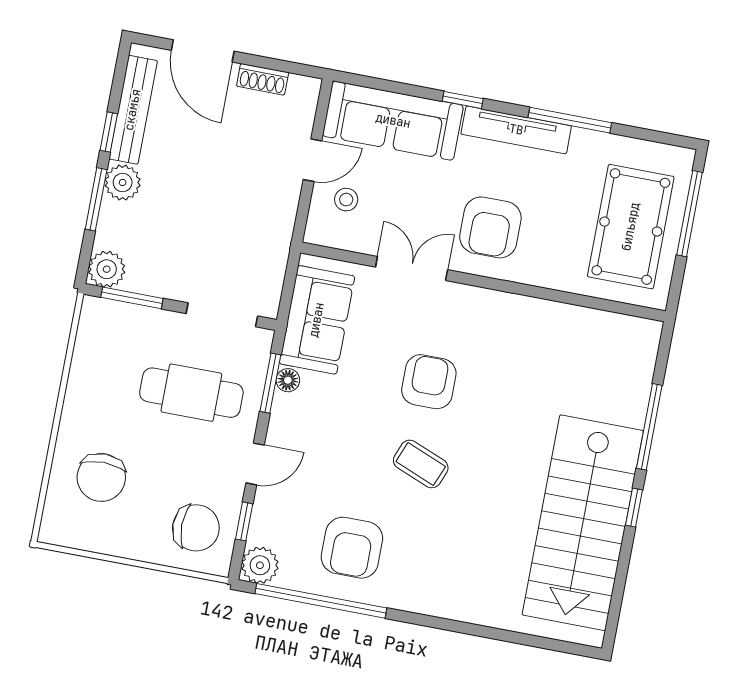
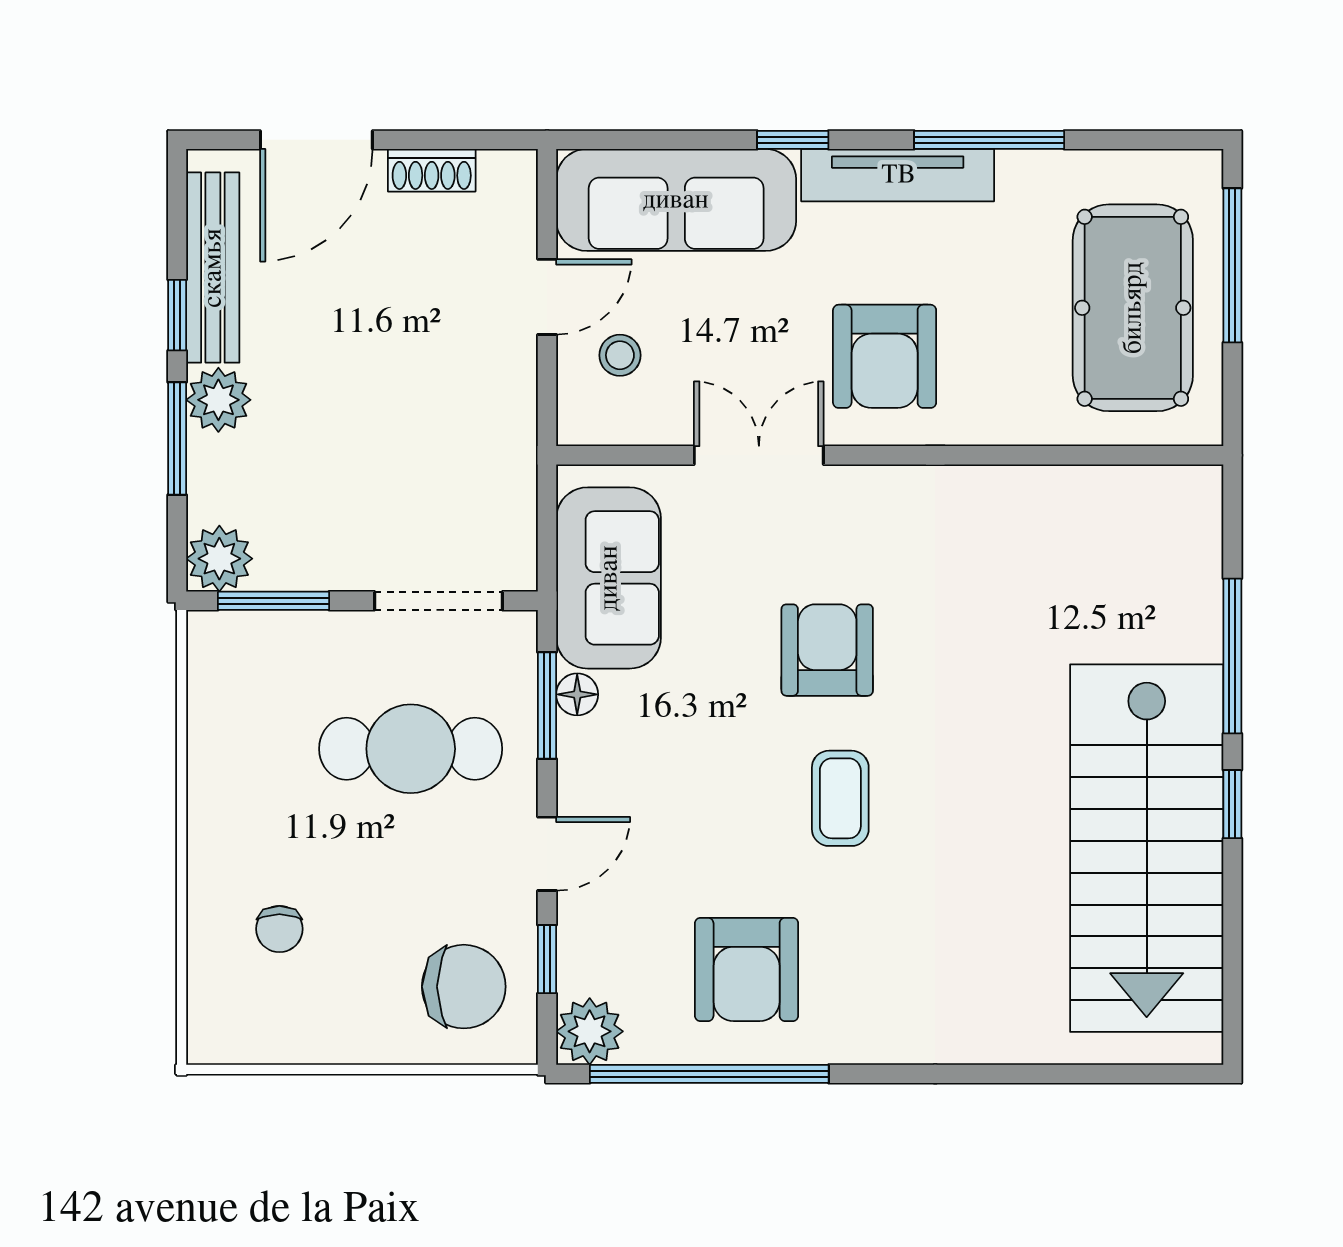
door: (203, 51) -> (316, 140), hinge flipped
coffee table: (421, 464) -> (840, 798), turned 68
chair: (101, 477) -> (279, 929), width x0.54, depth x0.54

